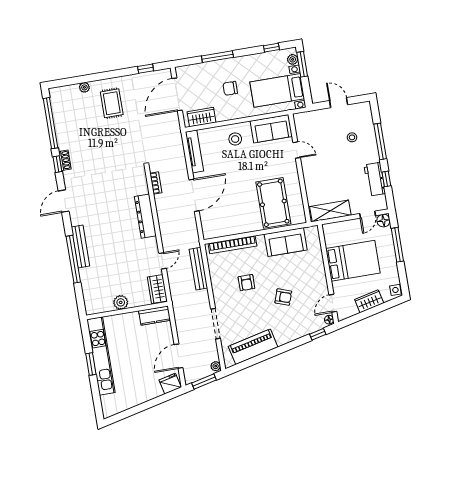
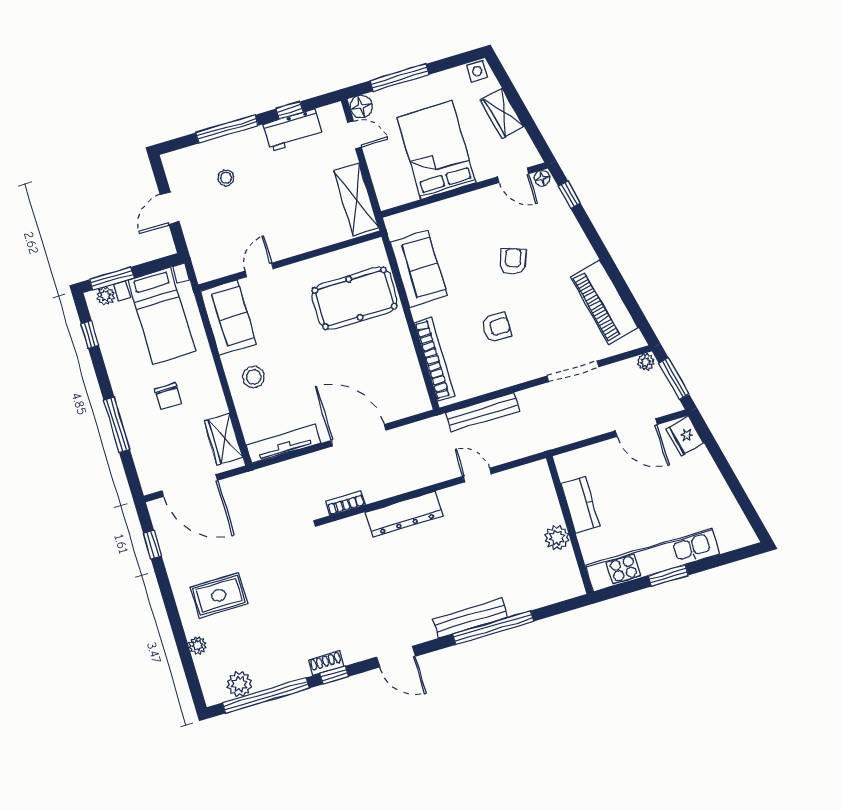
plant: (59, 109) -> (239, 684), added
wardrobe: (157, 289) -> (526, 478), removed
kitchen counter: (155, 316) -> (580, 505), moved

